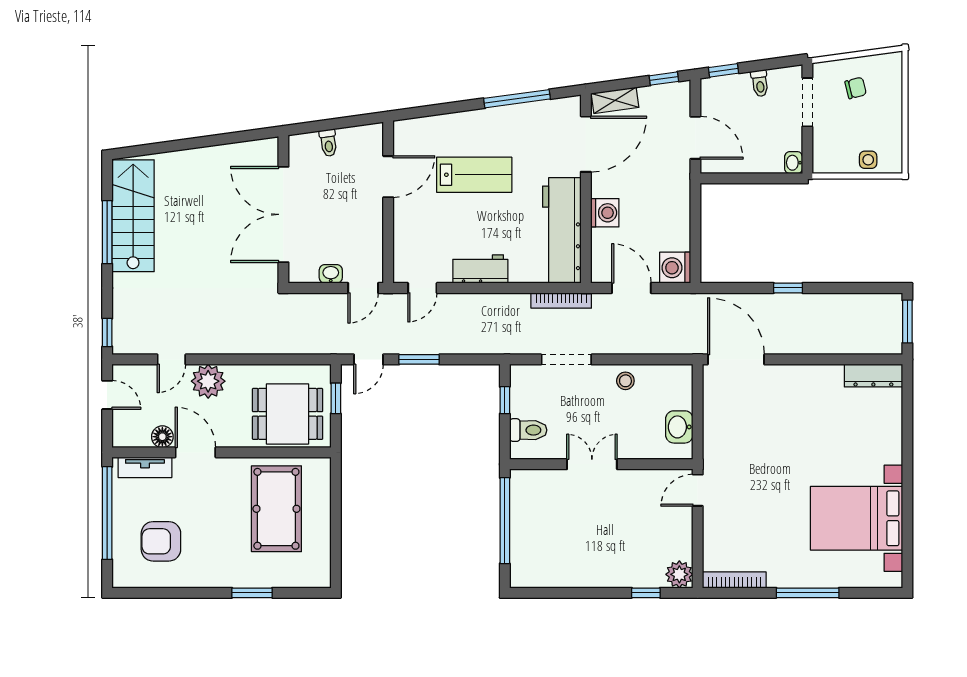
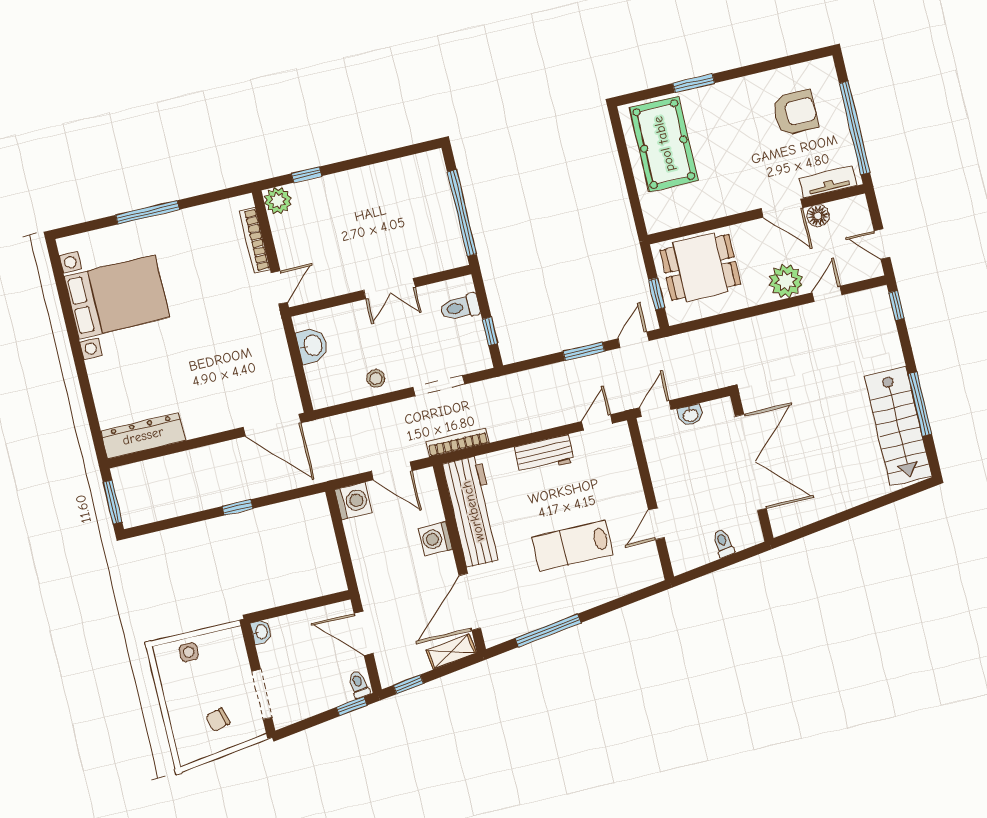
toilet: (760, 83) -> (359, 684), moved
door: (388, 177) -> (657, 524), width x0.73
dresser: (873, 376) -> (143, 436), width x1.37, depth x1.24
pool table: (276, 509) -> (664, 144), moved
bookcase: (734, 580) -> (255, 240), moved, turned 90

